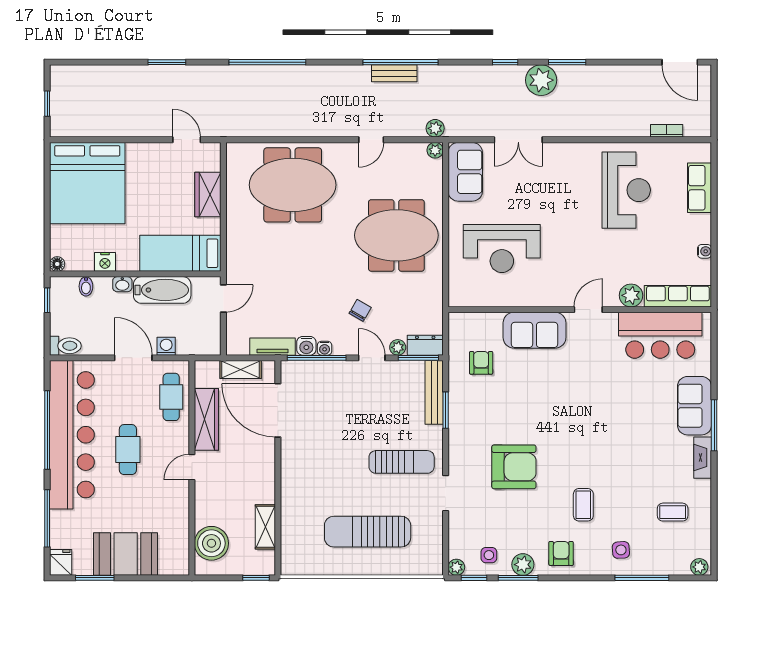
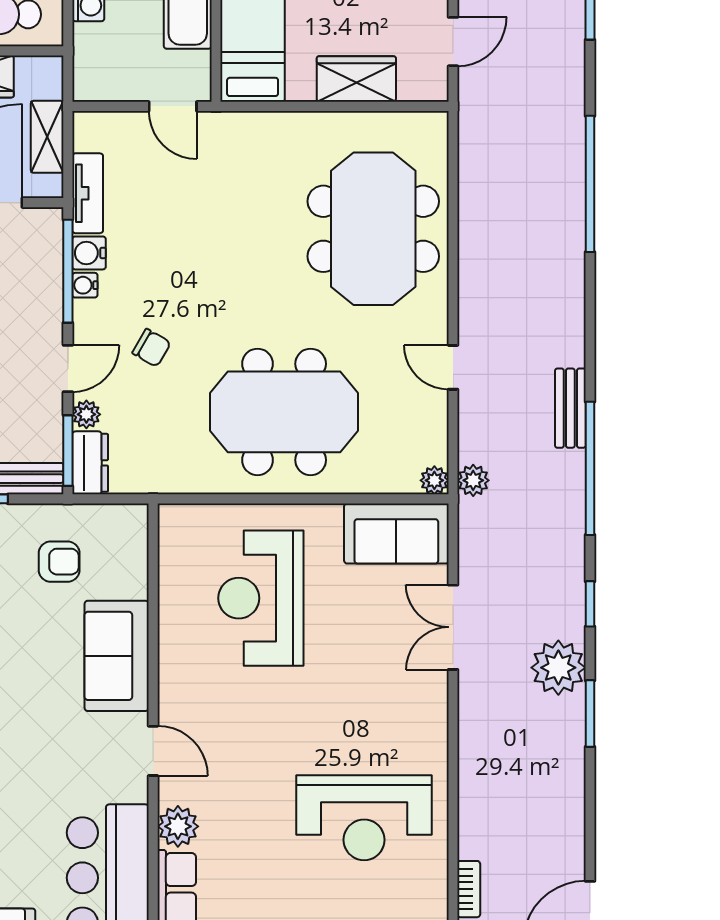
window: (401, 62) -> (590, 468), moved
meeting table: (396, 235) -> (284, 412), turned 90

